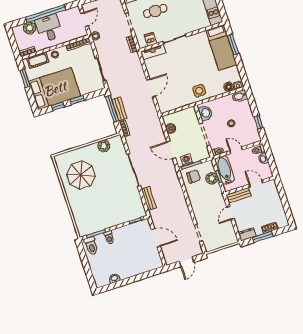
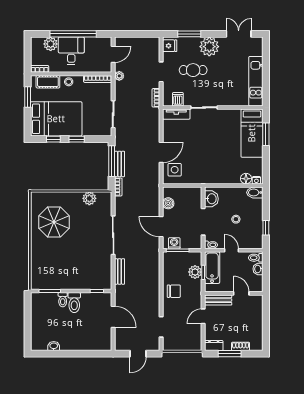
side table: (199, 91) -> (175, 170), moved
chair: (194, 177) -> (174, 291), moved
toilet: (91, 246) -> (74, 303), moved

